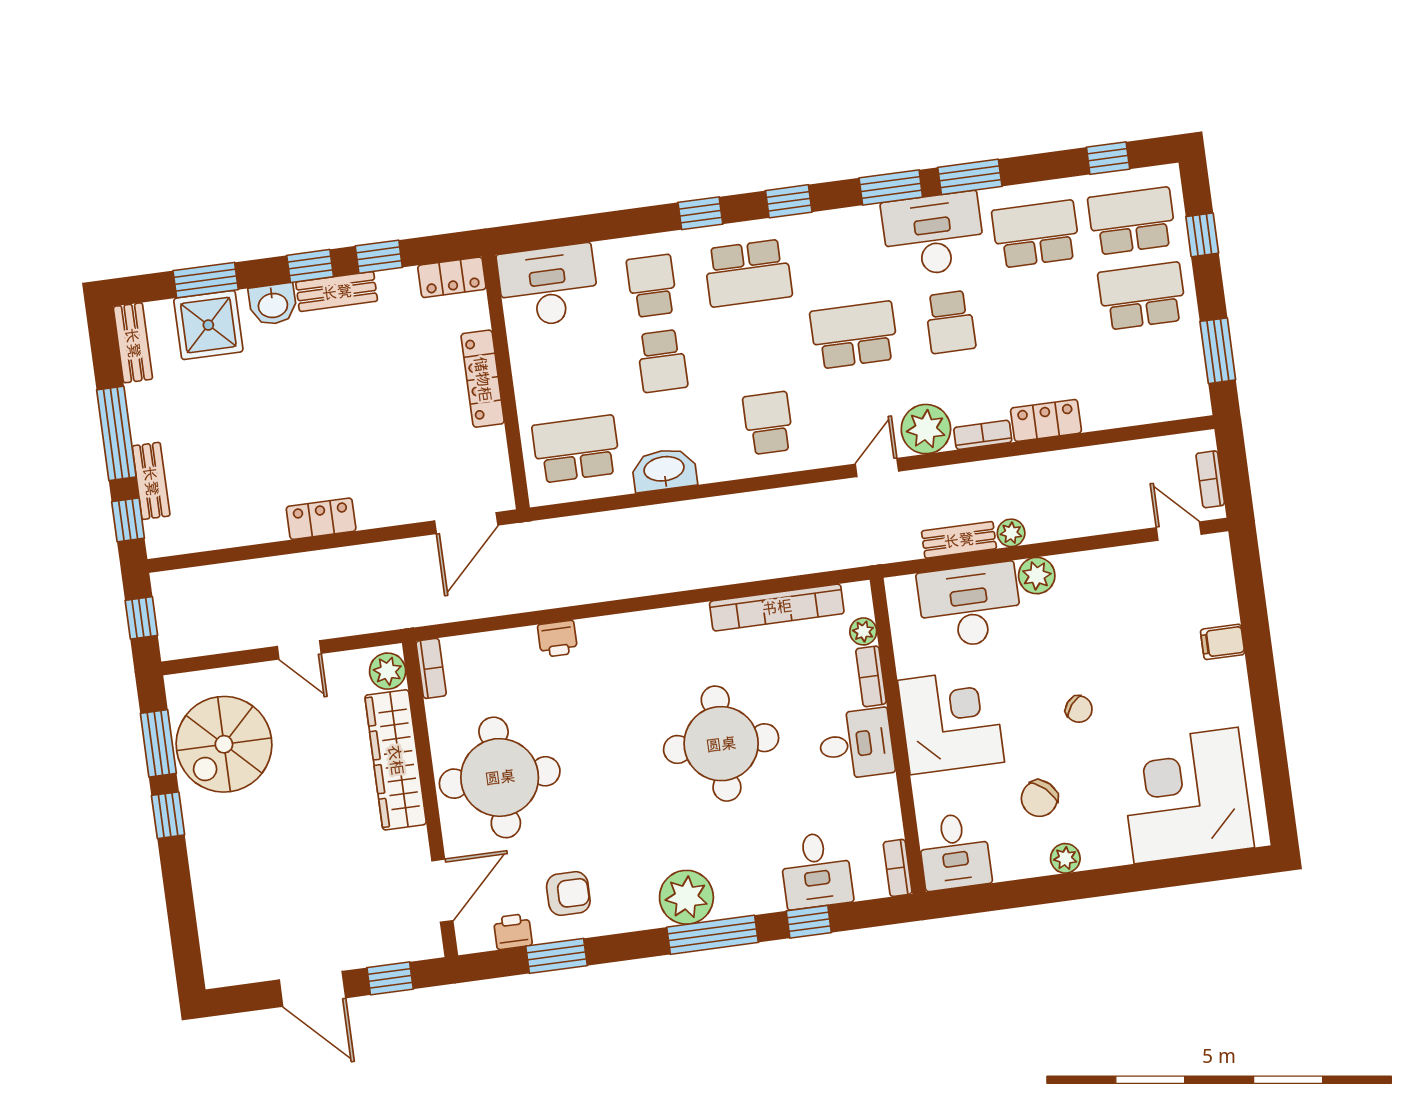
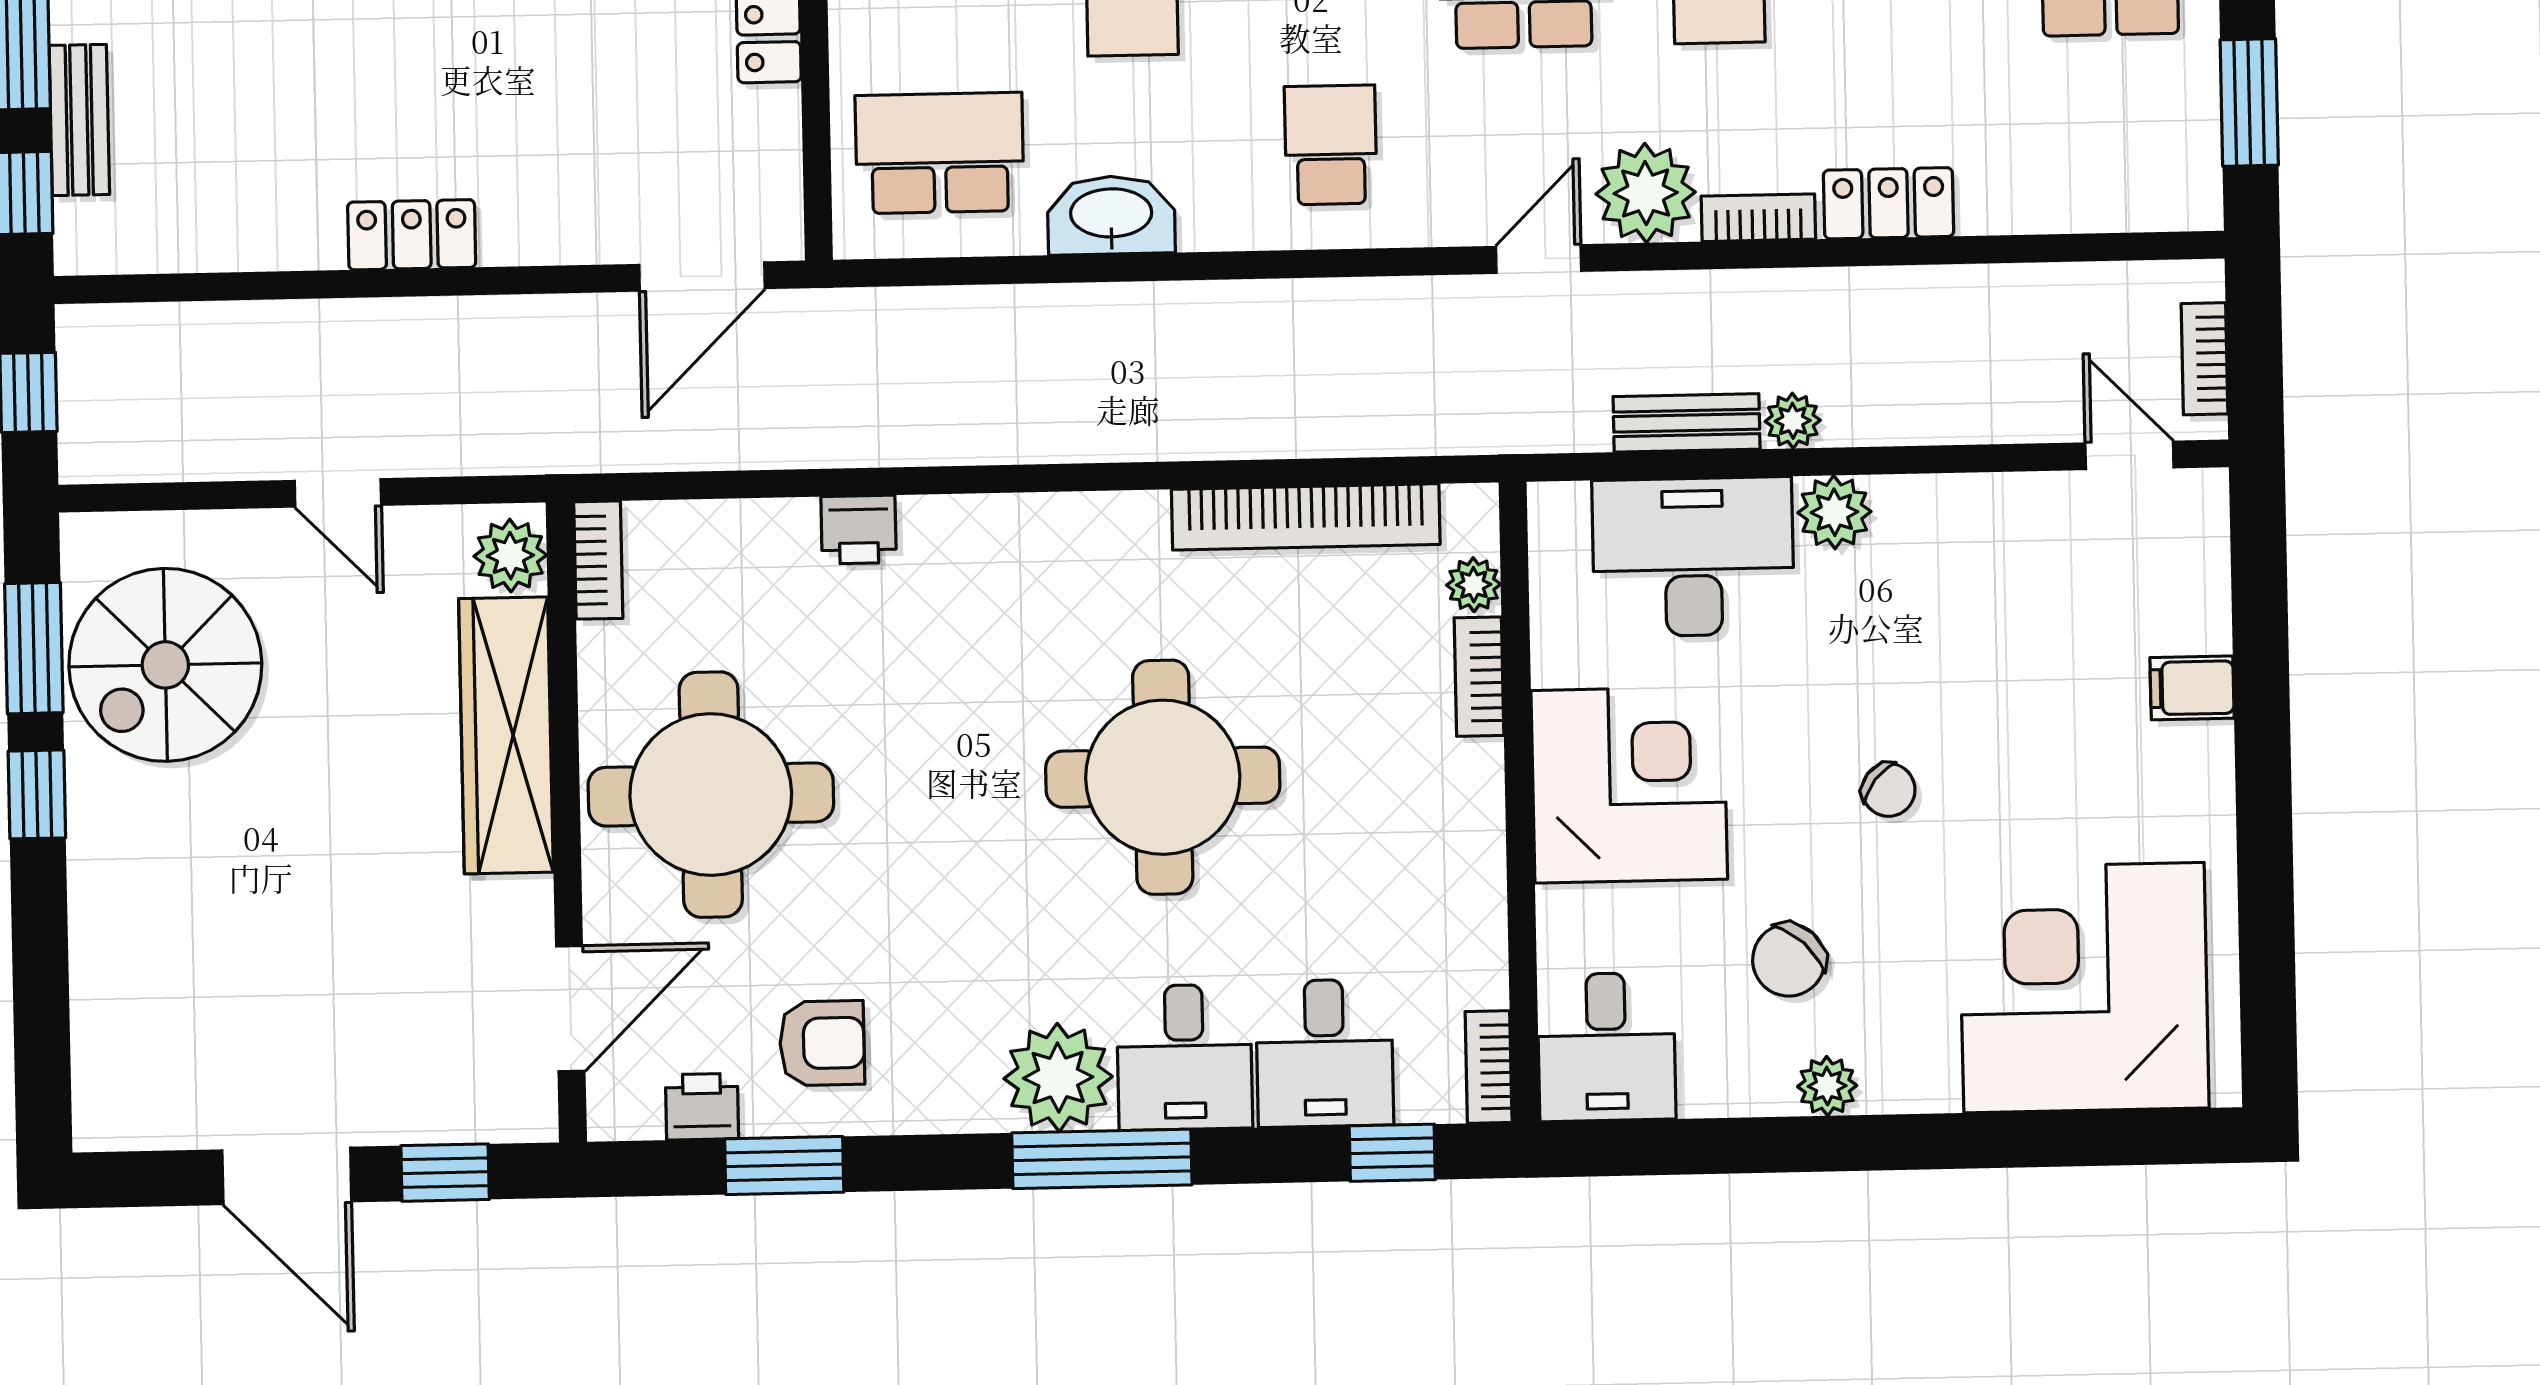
desk: (856, 744) -> (1184, 1057), moved, turned 90
window: (809, 922) -> (1392, 1153), moved

